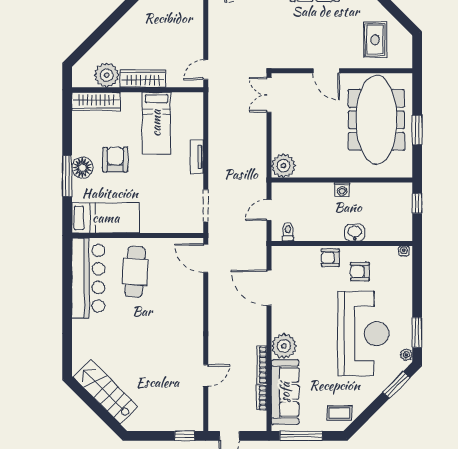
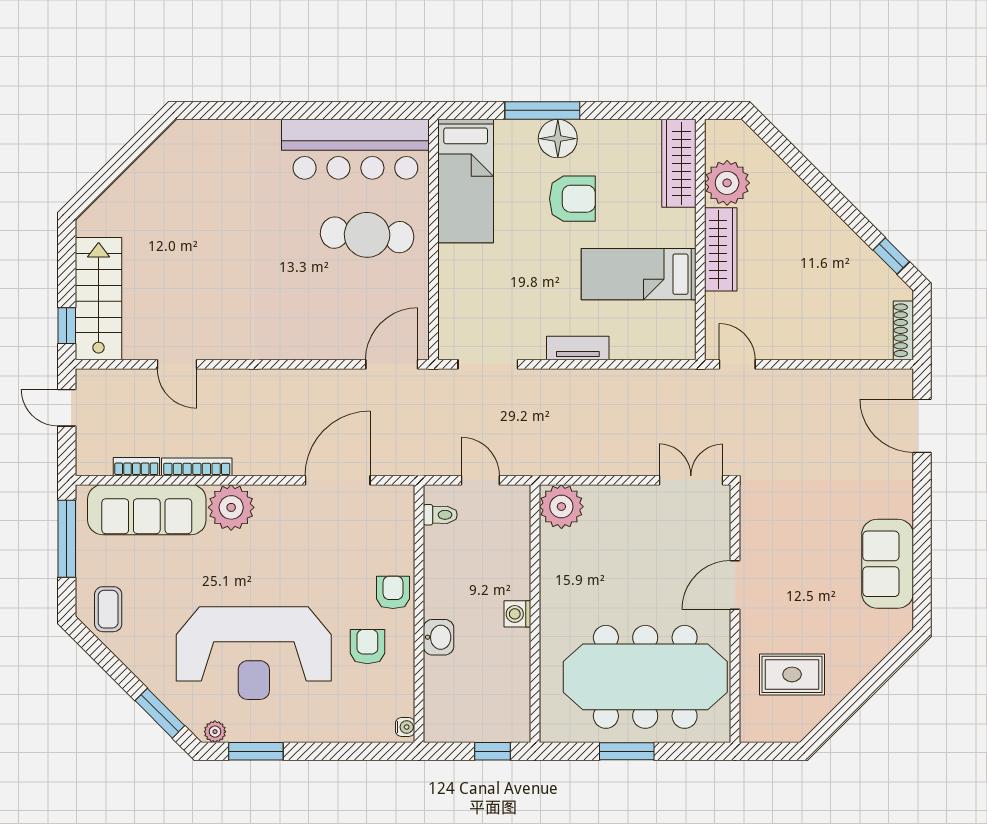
stairs: (105, 392) -> (99, 299), moved, turned -45

